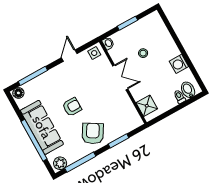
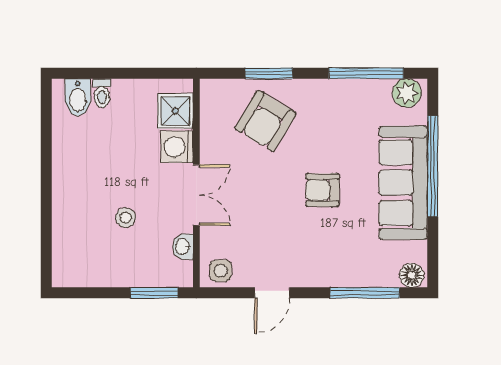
window: (127, 23) -> (154, 293), moved
washbasin: (108, 43) -> (183, 247), moved
washing machine: (179, 64) -> (177, 147), moved, turned 180
double door: (120, 77) -> (196, 195), swing flipped
armchair: (93, 133) -> (266, 121), moved

